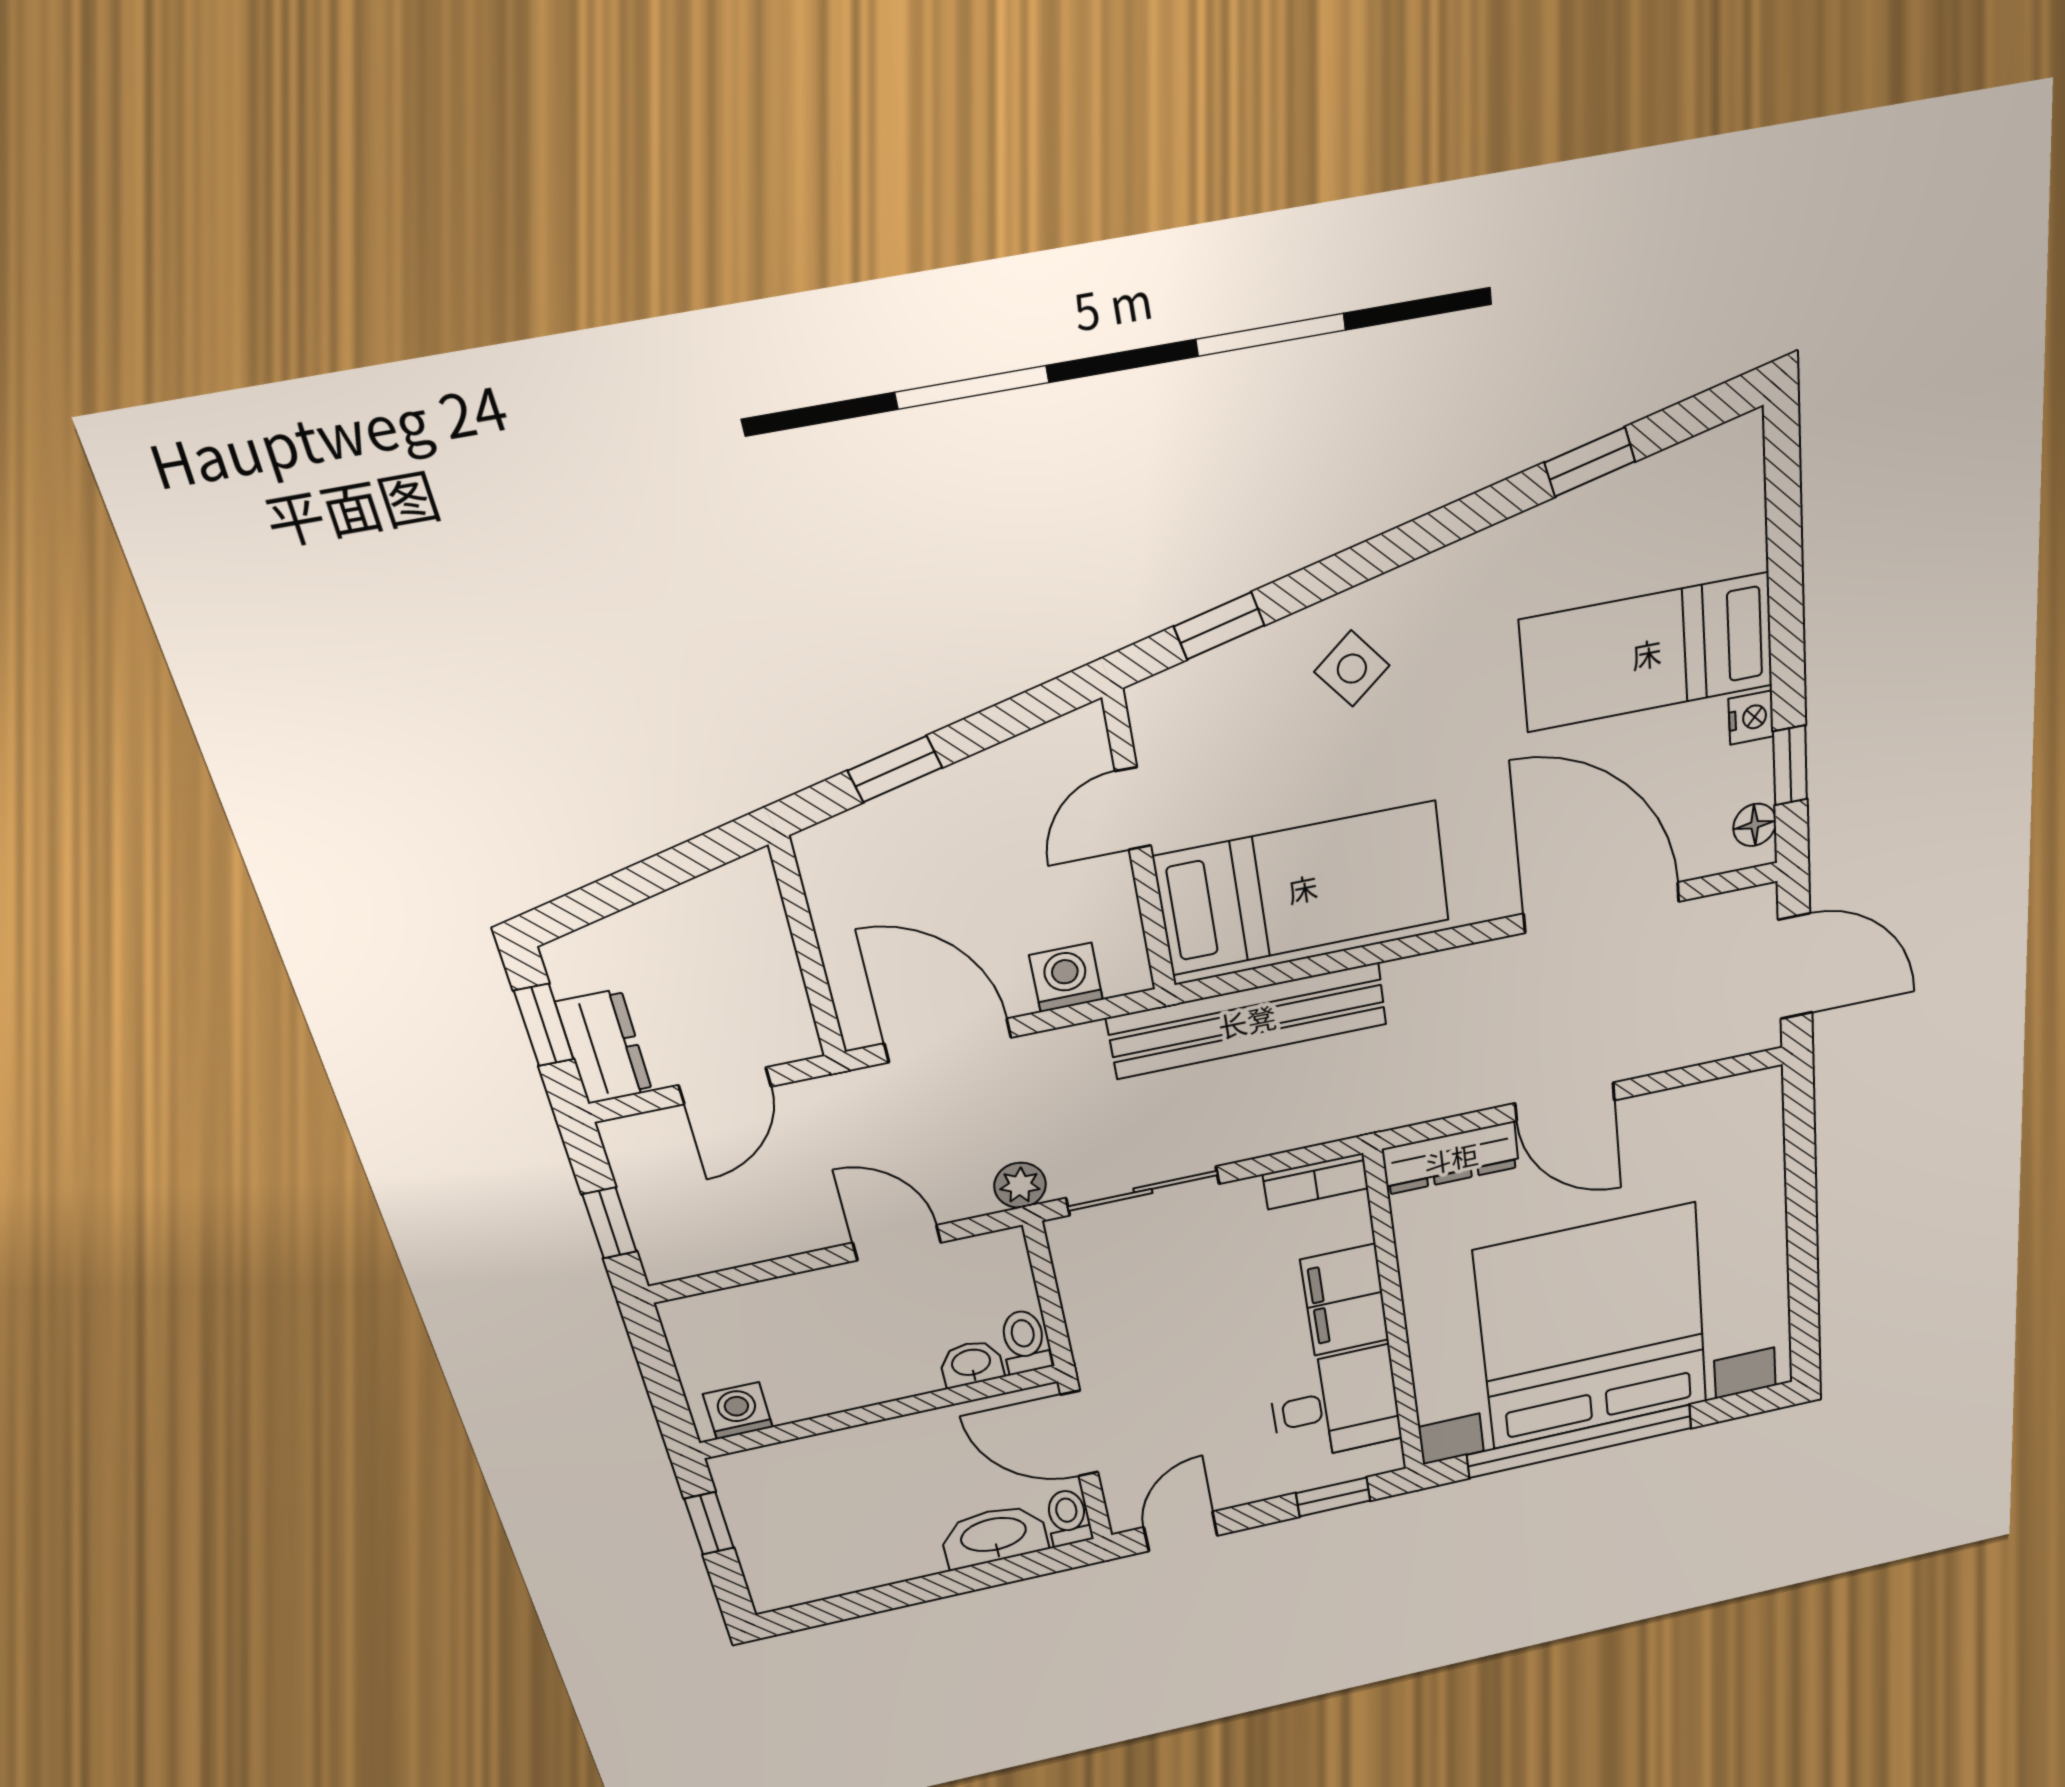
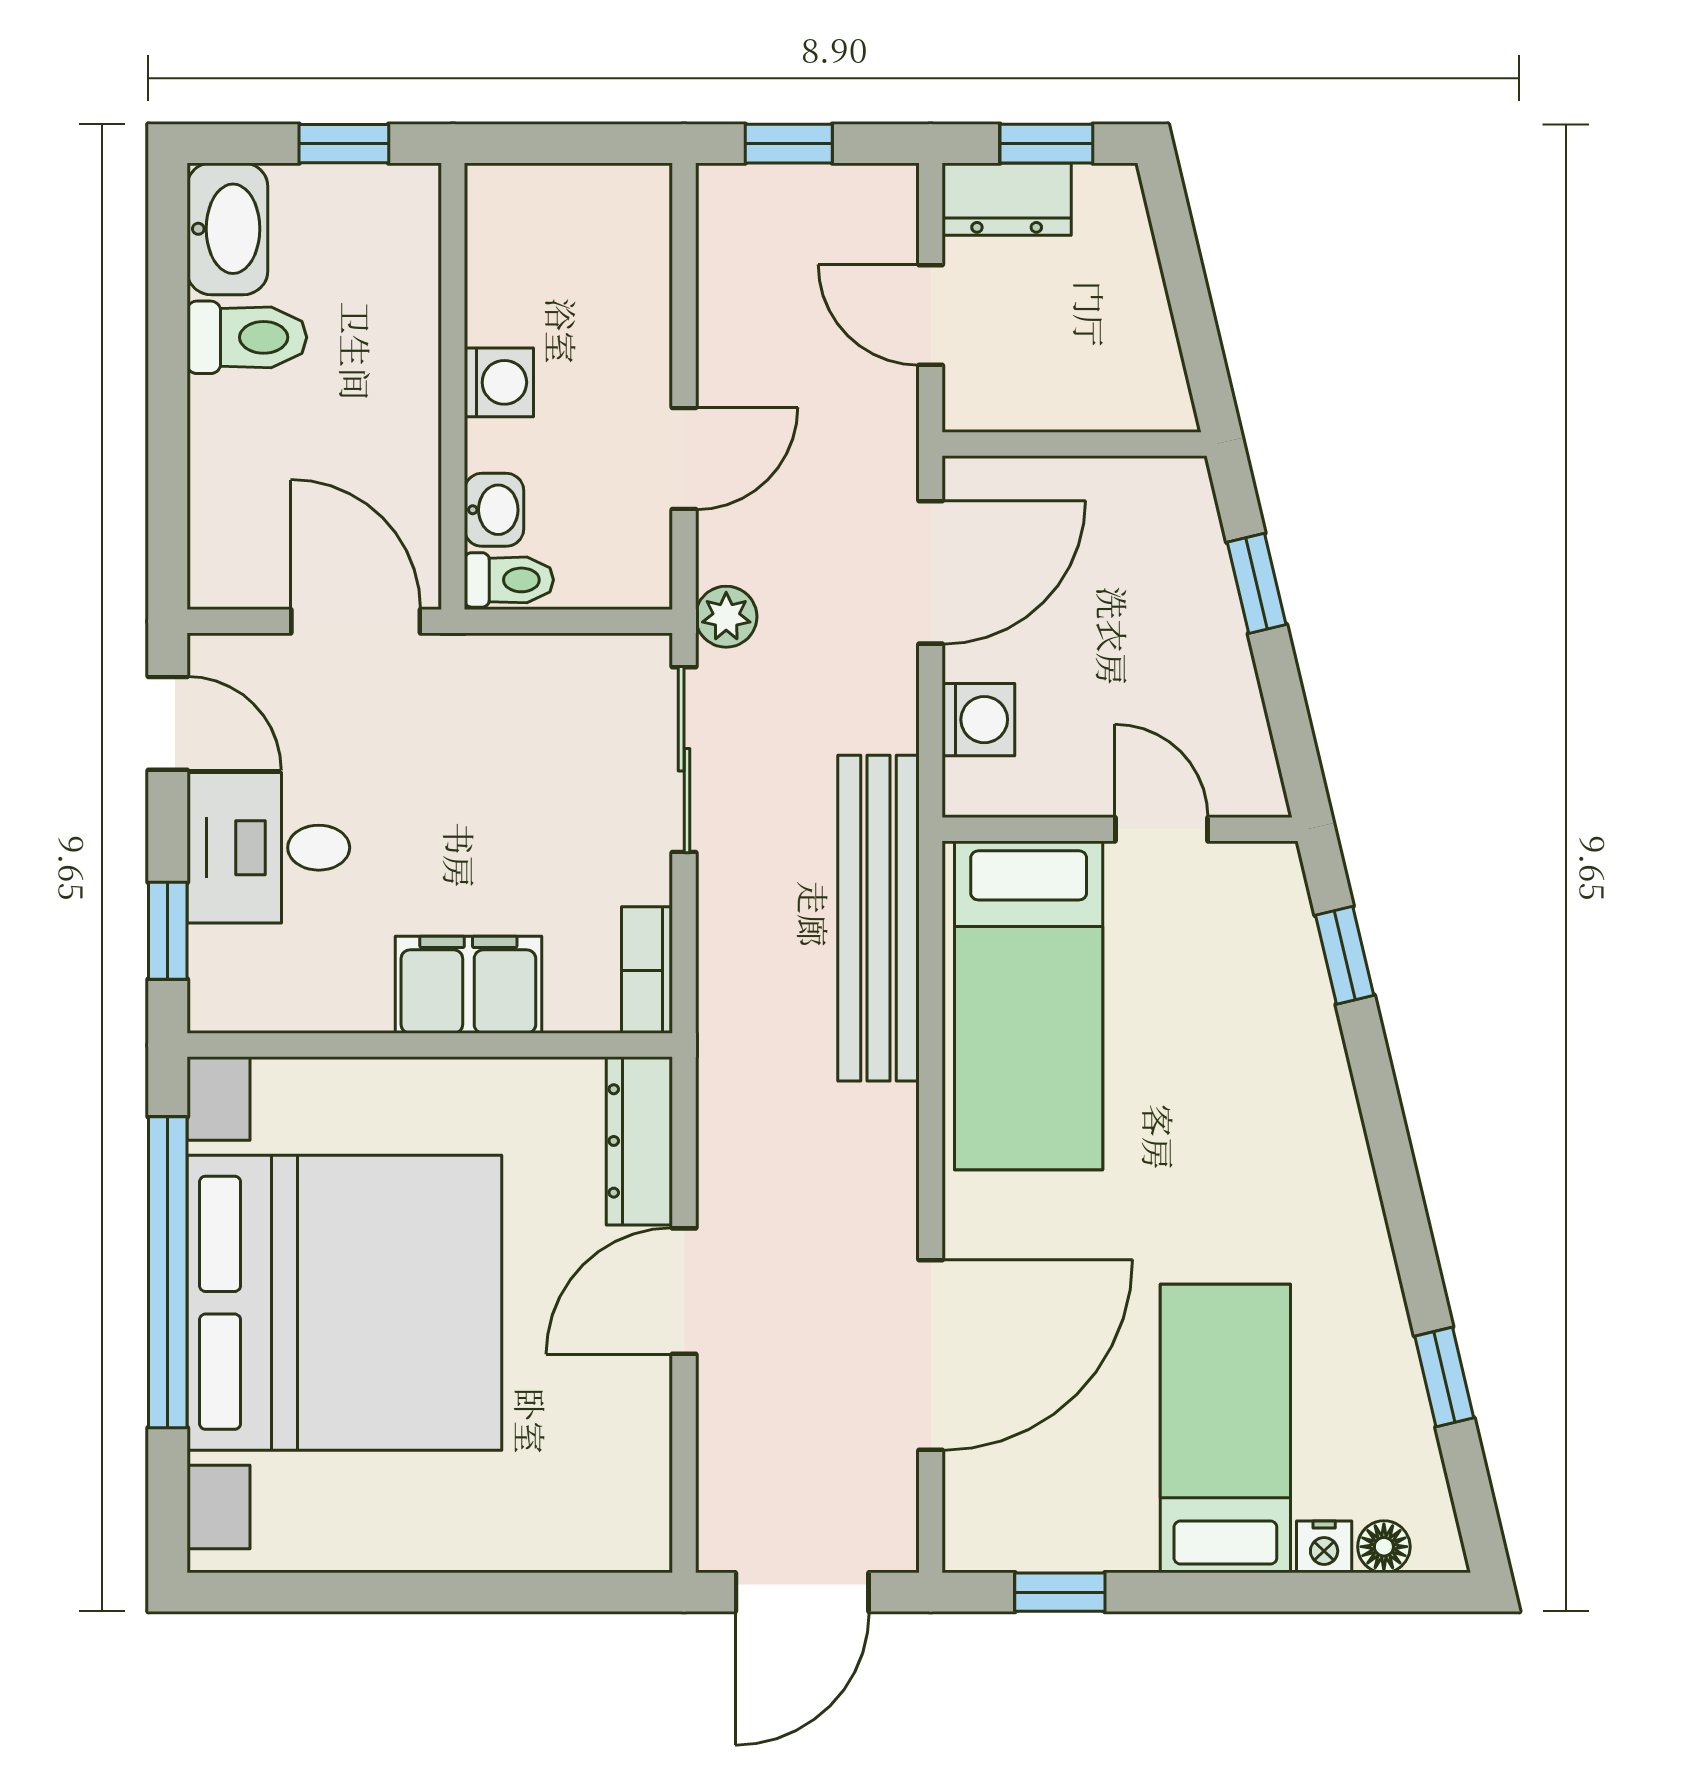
side table: (1352, 669) -> (1271, 1093), removed
nightstand: (1751, 718) -> (1324, 1547), moved
floor lamp: (1755, 825) -> (1384, 1547), moved
desk: (1335, 1405) -> (268, 848), moved, turned 90
washing machine: (738, 1411) -> (499, 382), moved
door: (1079, 1434) -> (356, 621), hinge flipped
toilet: (1068, 1518) -> (247, 337), moved, width x1.37, depth x1.39
washbasin: (994, 1536) -> (227, 229), moved

